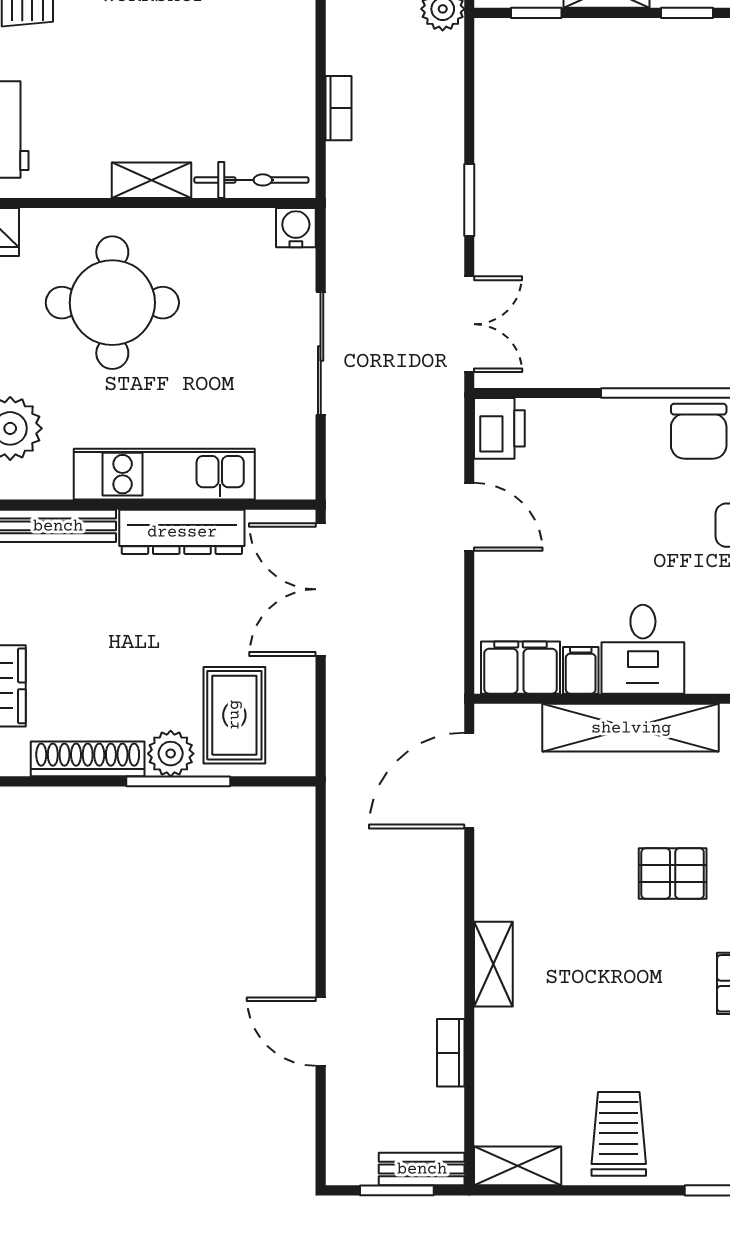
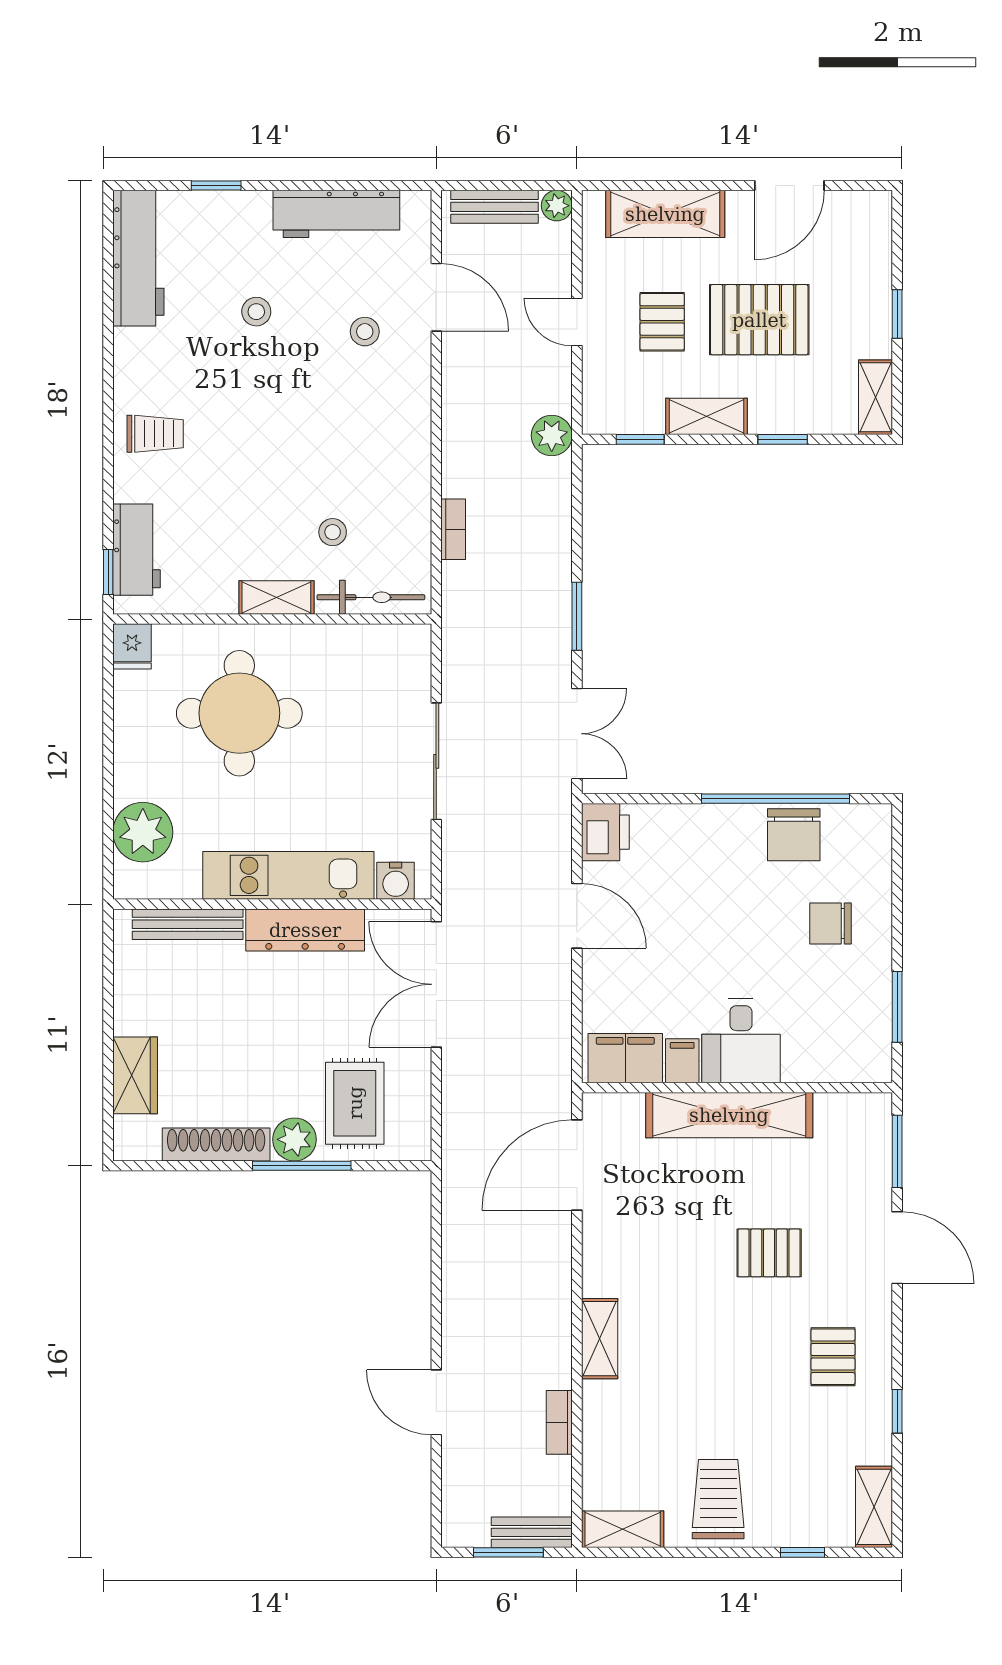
stool: (211, 111) -> (333, 532), added
water cooler: (296, 228) -> (396, 881), moved, turned 180

